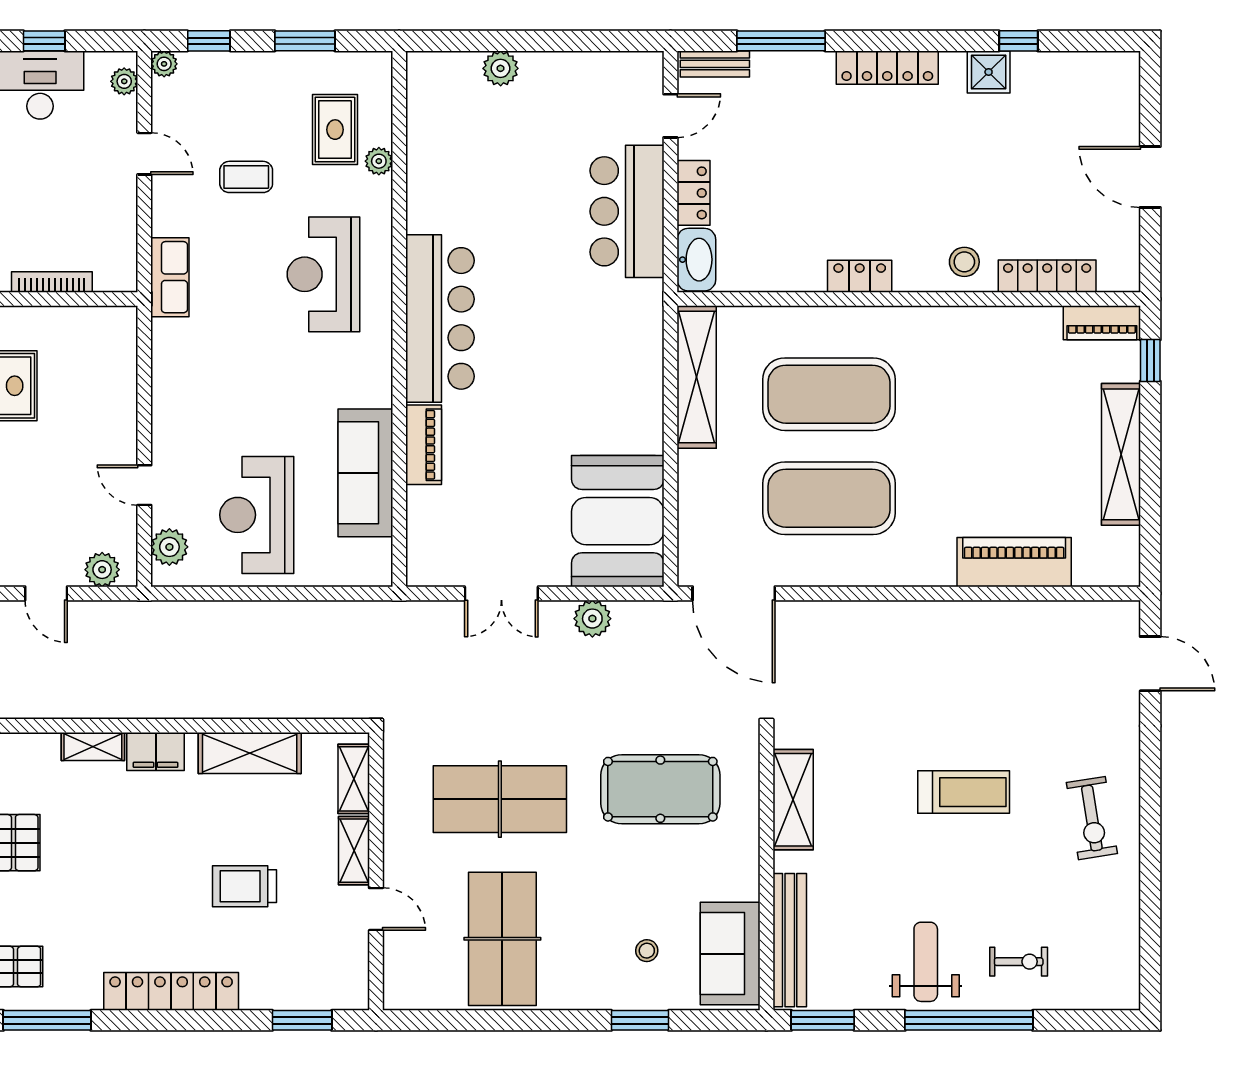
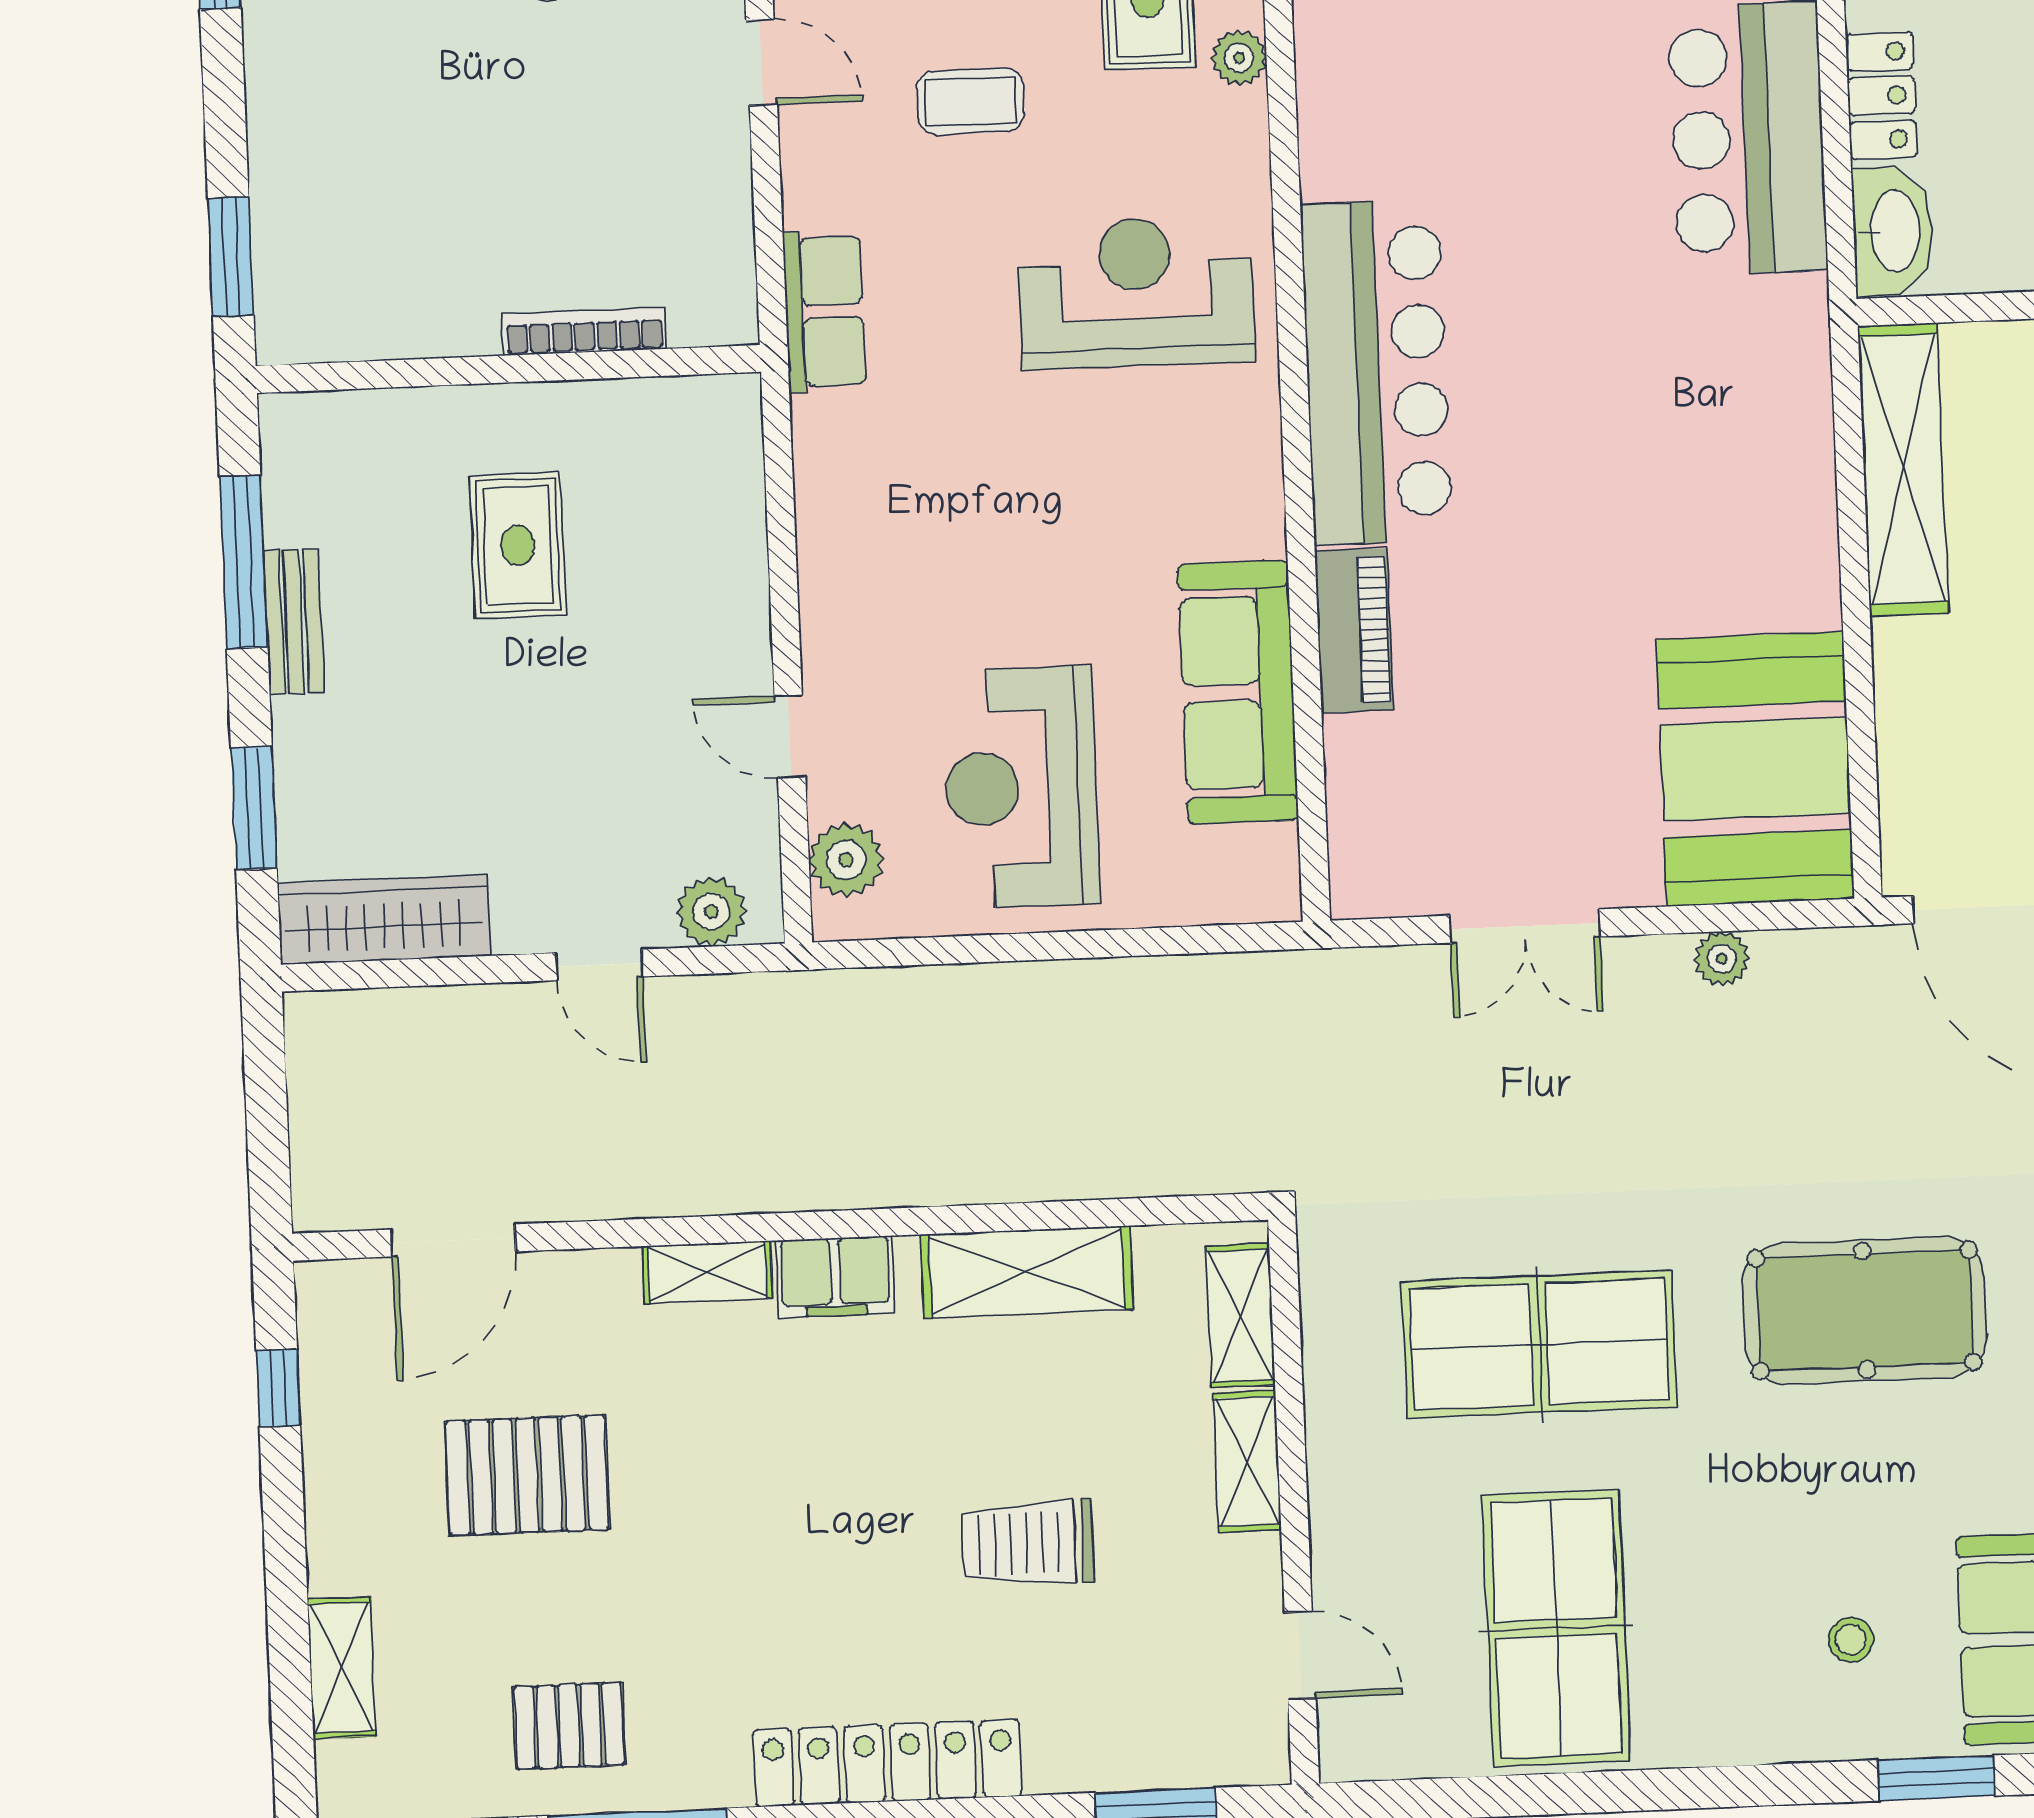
reception desk: (323, 274) -> (1136, 292), turned 90
plant: (592, 619) -> (1722, 959), width x0.73, depth x0.73
door: (376, 909) -> (1300, 1655), moved
window: (640, 1020) -> (1936, 1778), moved

